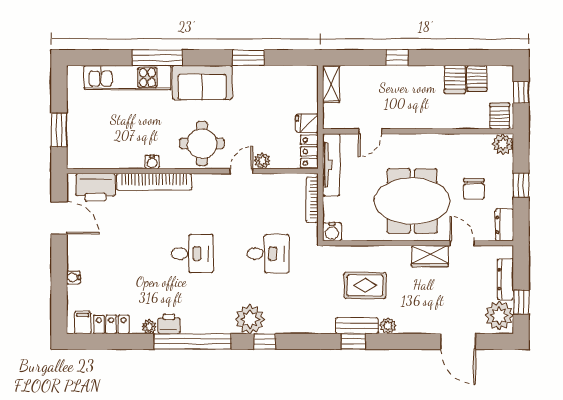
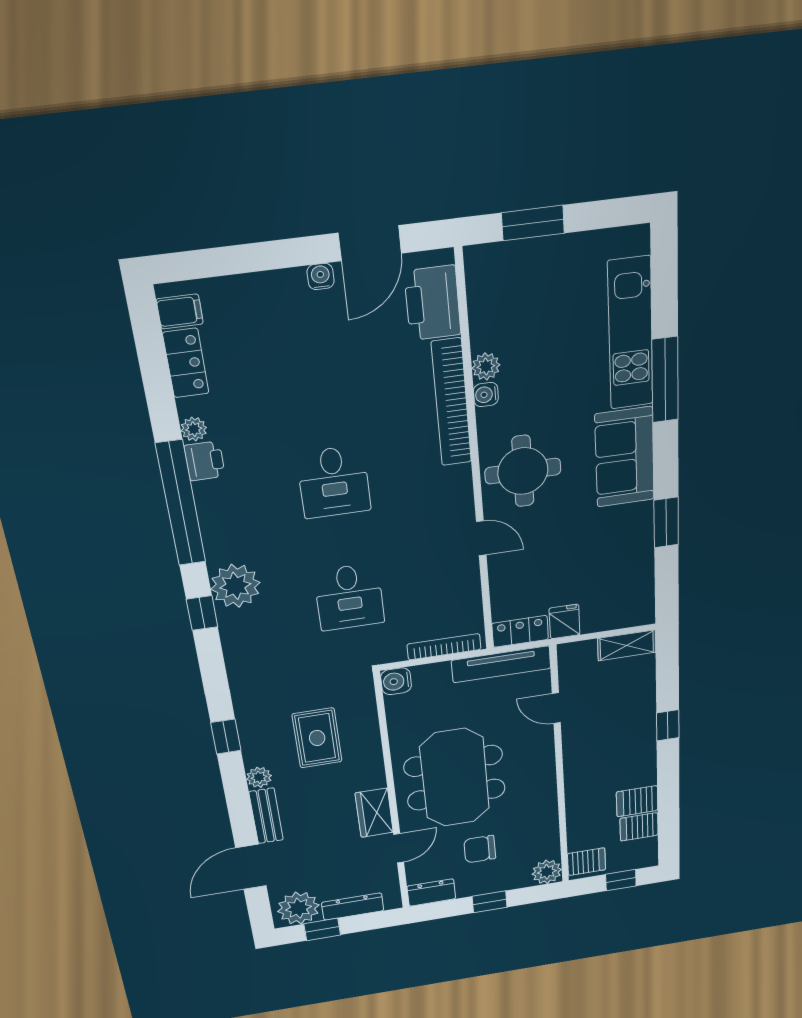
plant: (262, 161) -> (486, 366), moved
water cooler: (73, 277) -> (321, 276), moved
bench: (357, 326) -> (266, 816), moved

